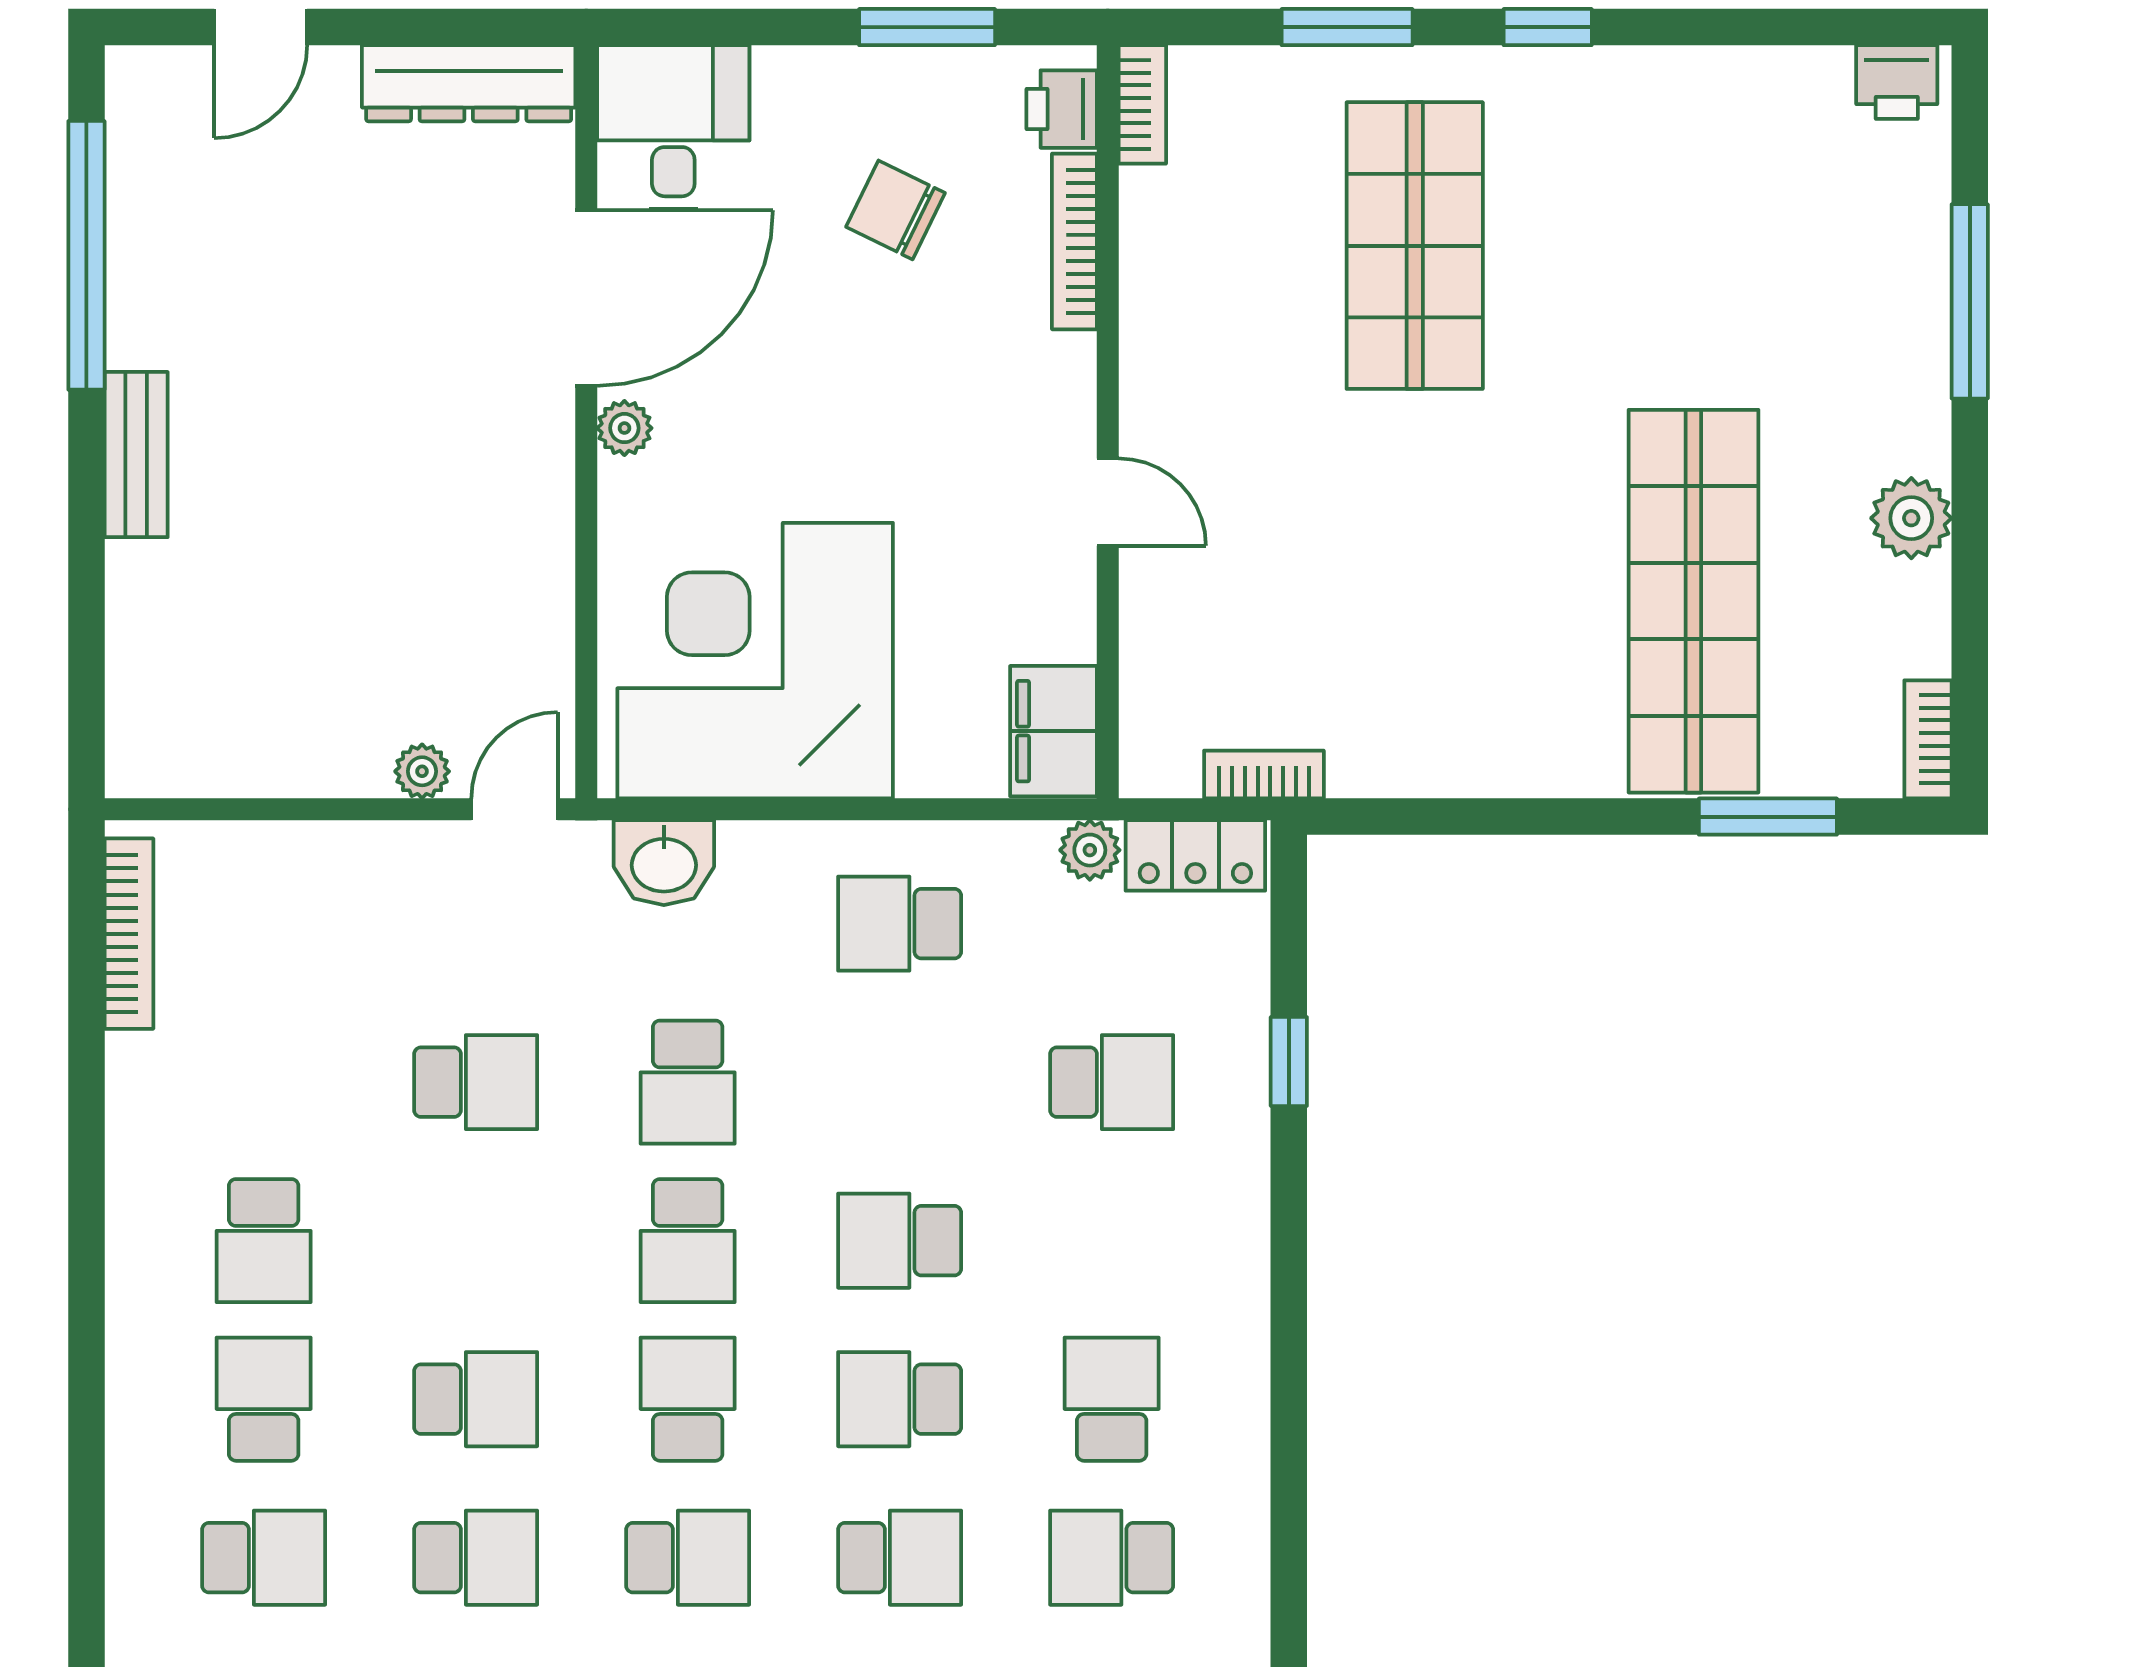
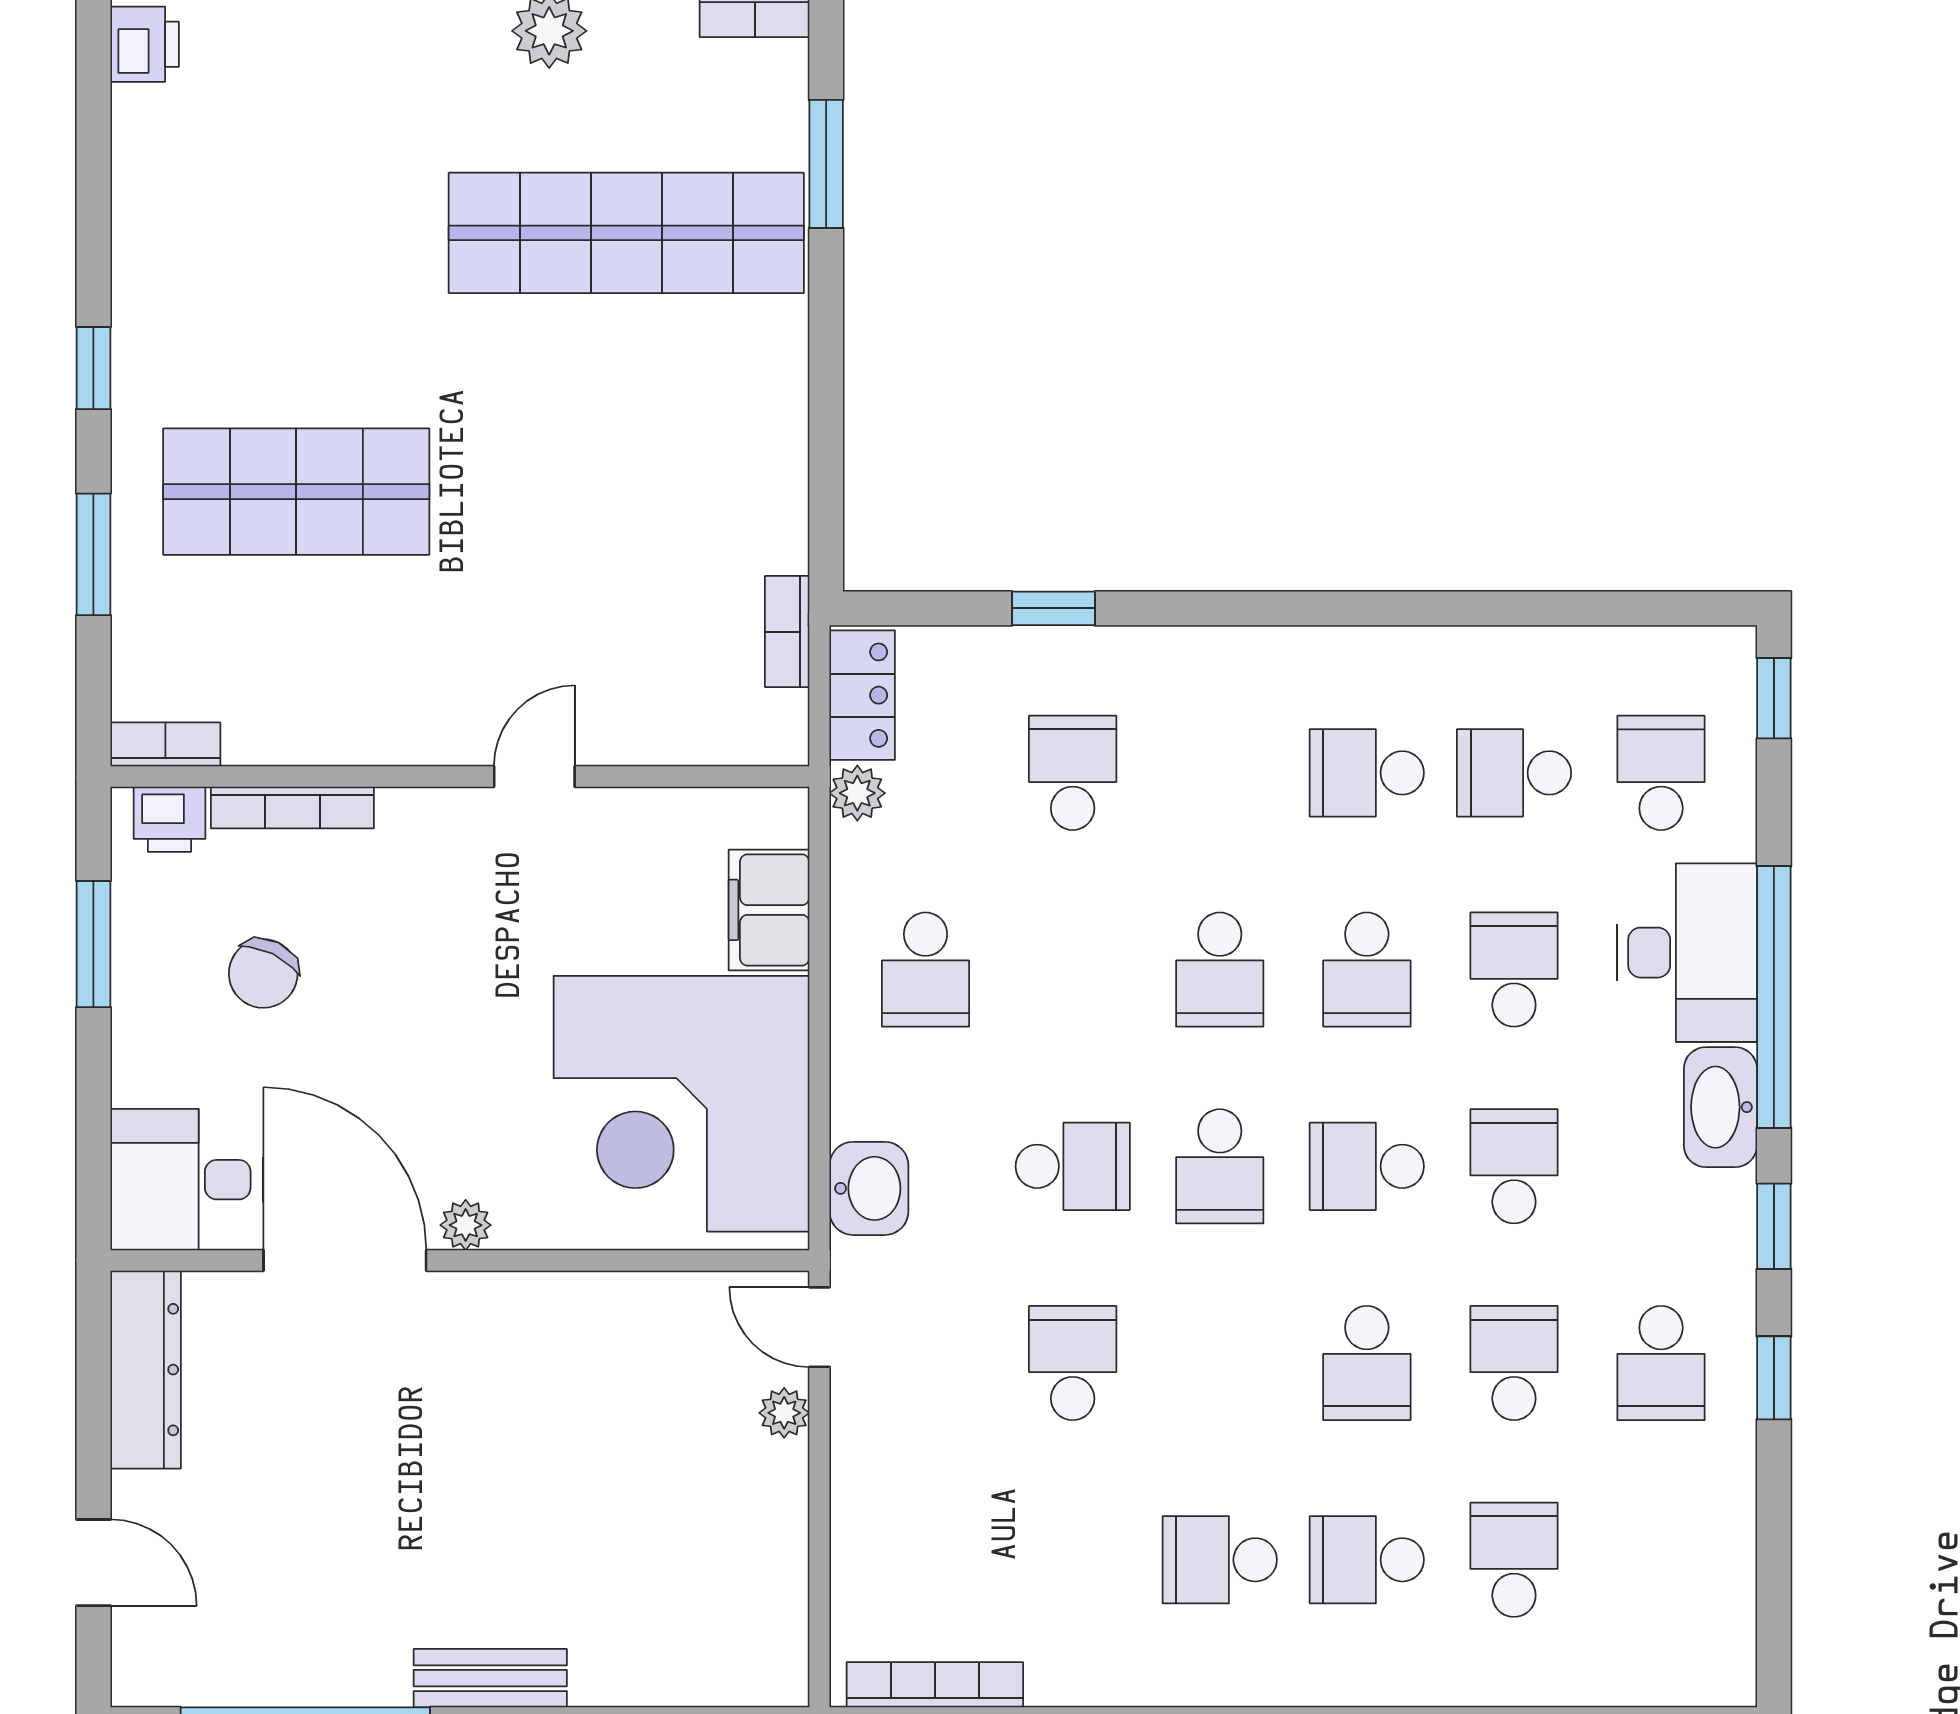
filing cabinet: (1053, 731) -> (769, 910), moved, turned 90
school desk: (264, 1241) -> (1220, 1560), turned 180
school desk: (688, 1241) -> (1220, 1166), turned 90
school desk: (476, 1399) -> (1367, 1363), turned 180
school desk: (1112, 1558) -> (1514, 773), turned 90

